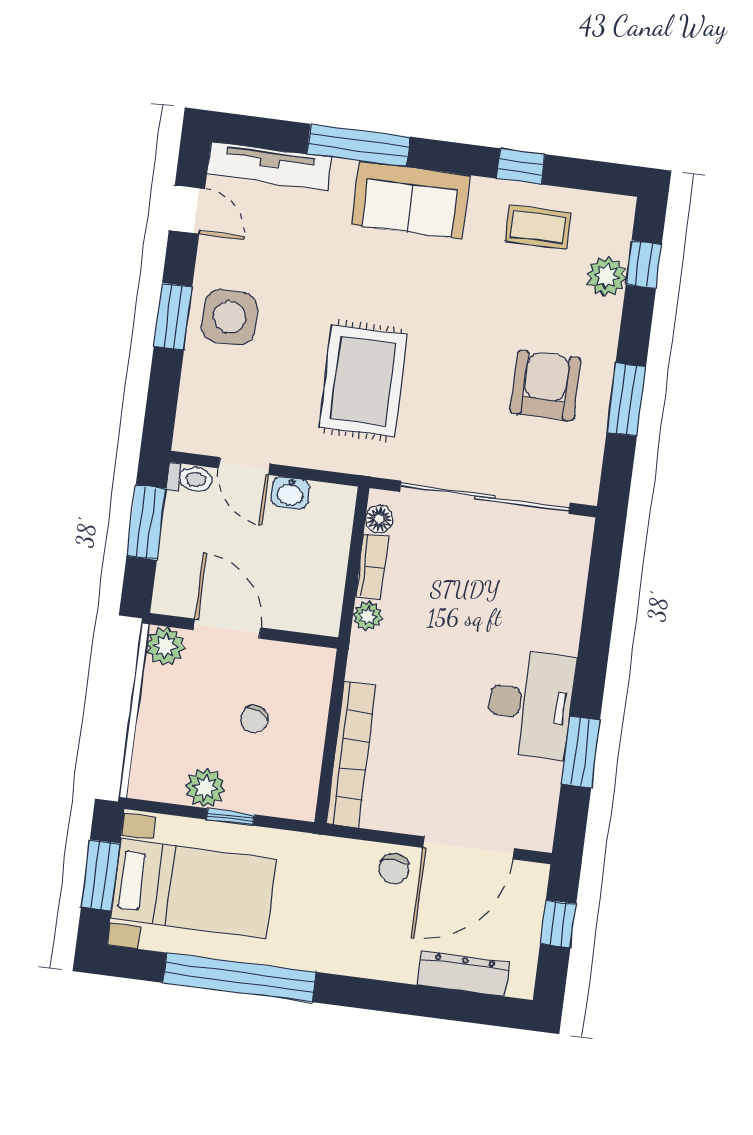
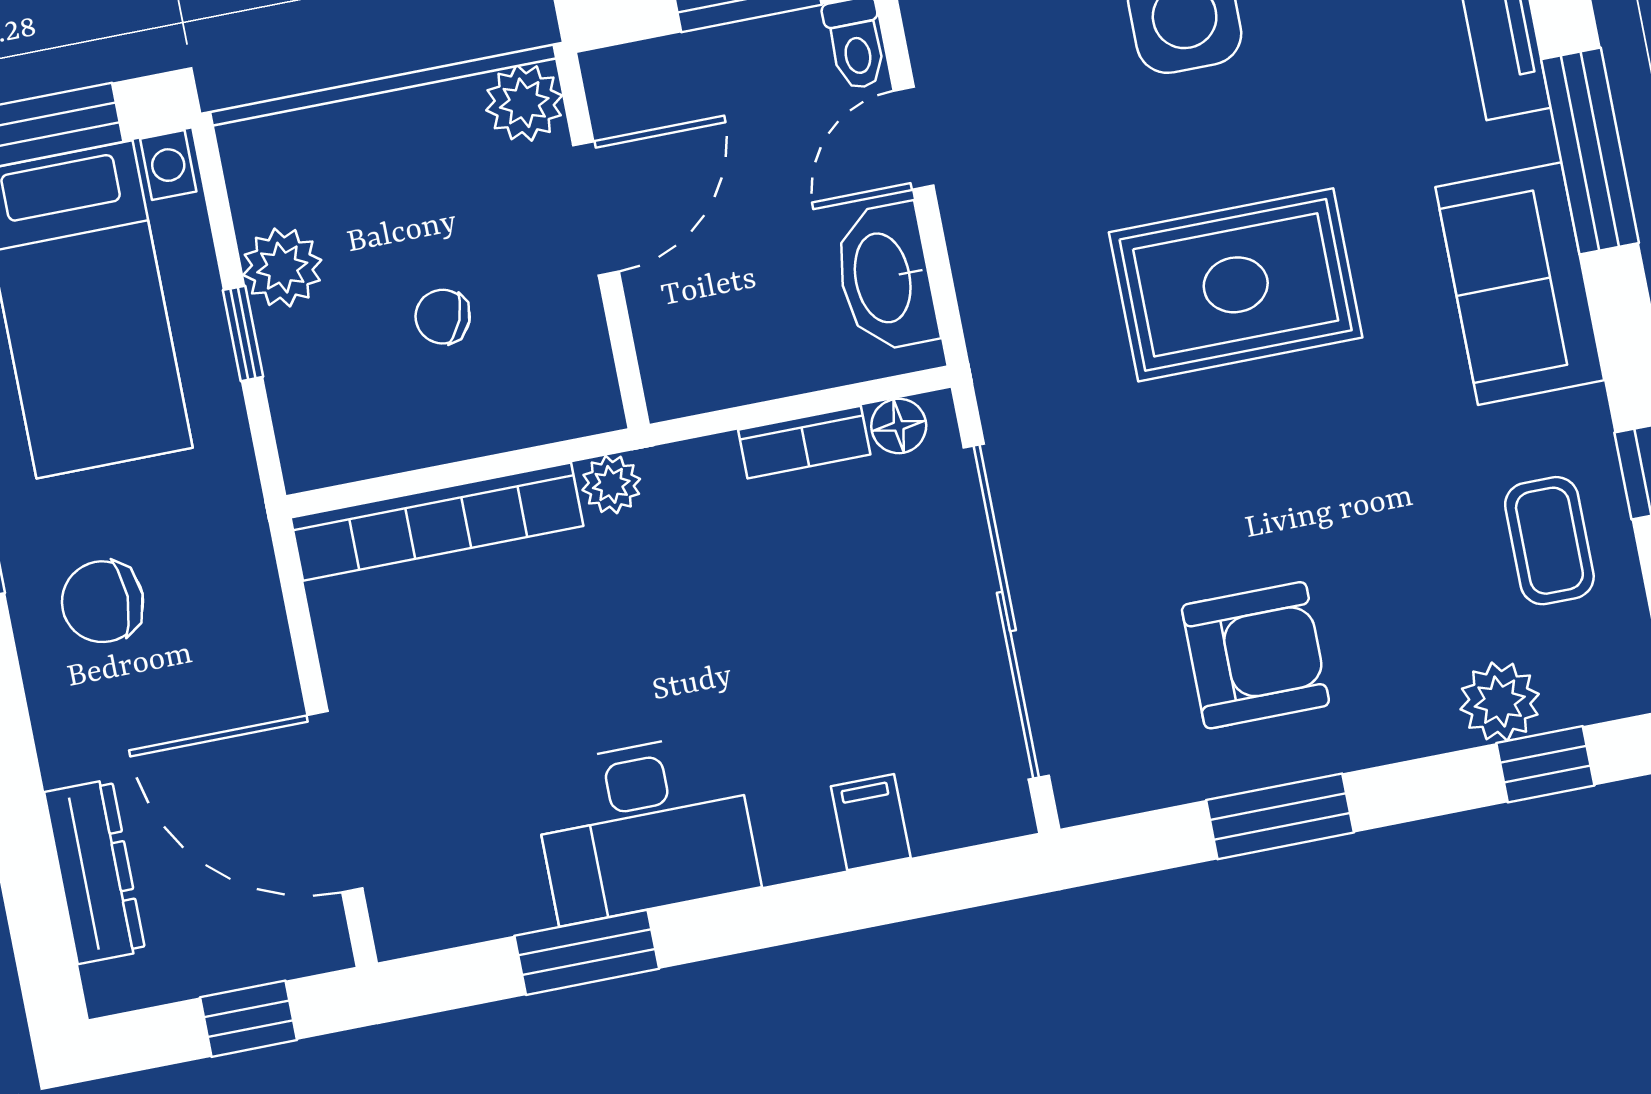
rug: (363, 381) -> (1236, 285), moved
washbasin: (290, 493) -> (885, 277), width x1.91, depth x1.45
filing cabinet: (564, 596) -> (871, 822), added
plant: (368, 616) -> (611, 484), moved
chair: (394, 869) -> (103, 602), moved, width x1.37, depth x1.37

